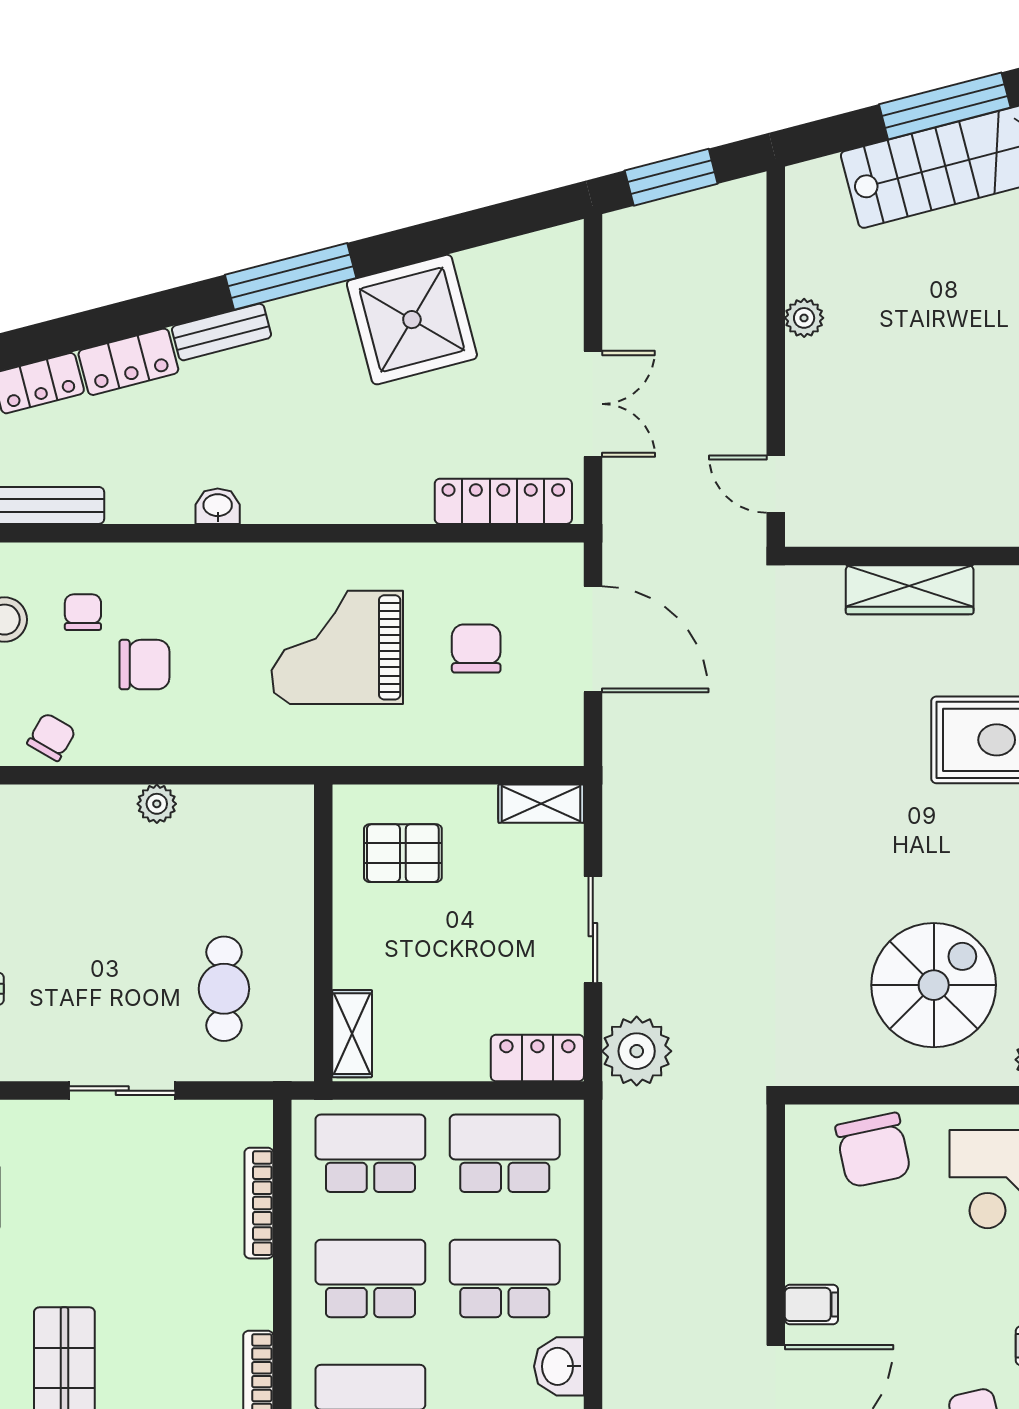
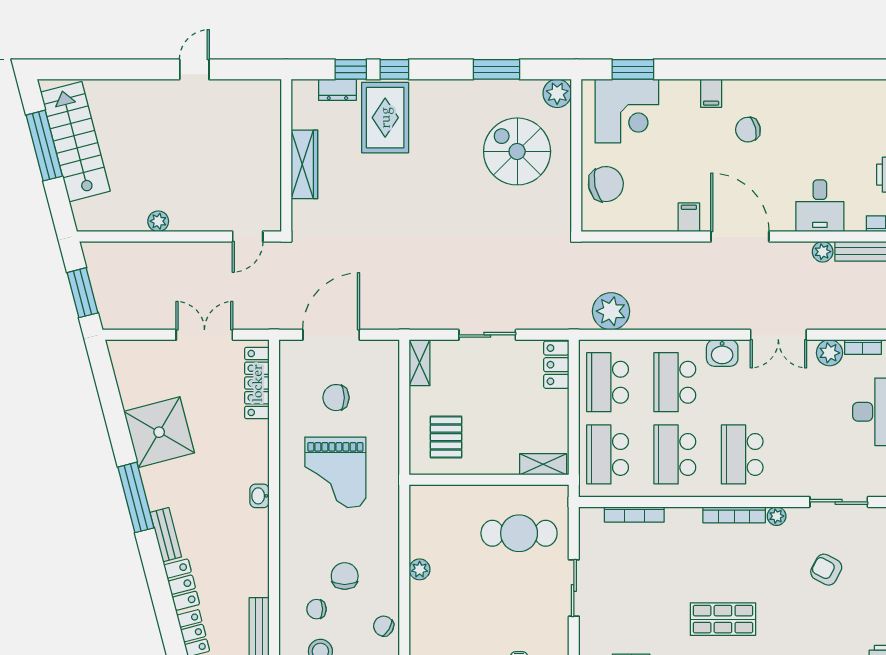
washbasin: (218, 506) -> (259, 496), moved
cafe table: (224, 989) -> (519, 533), width x1.37, depth x1.35
plant: (637, 1051) -> (611, 311), moved

